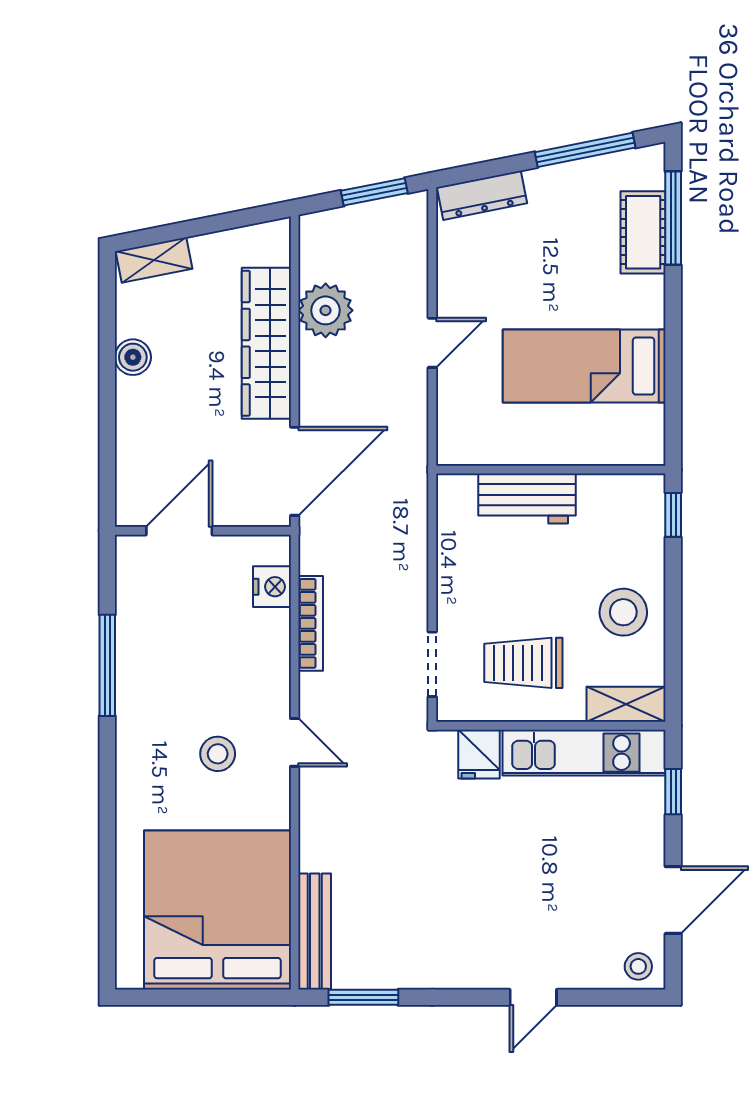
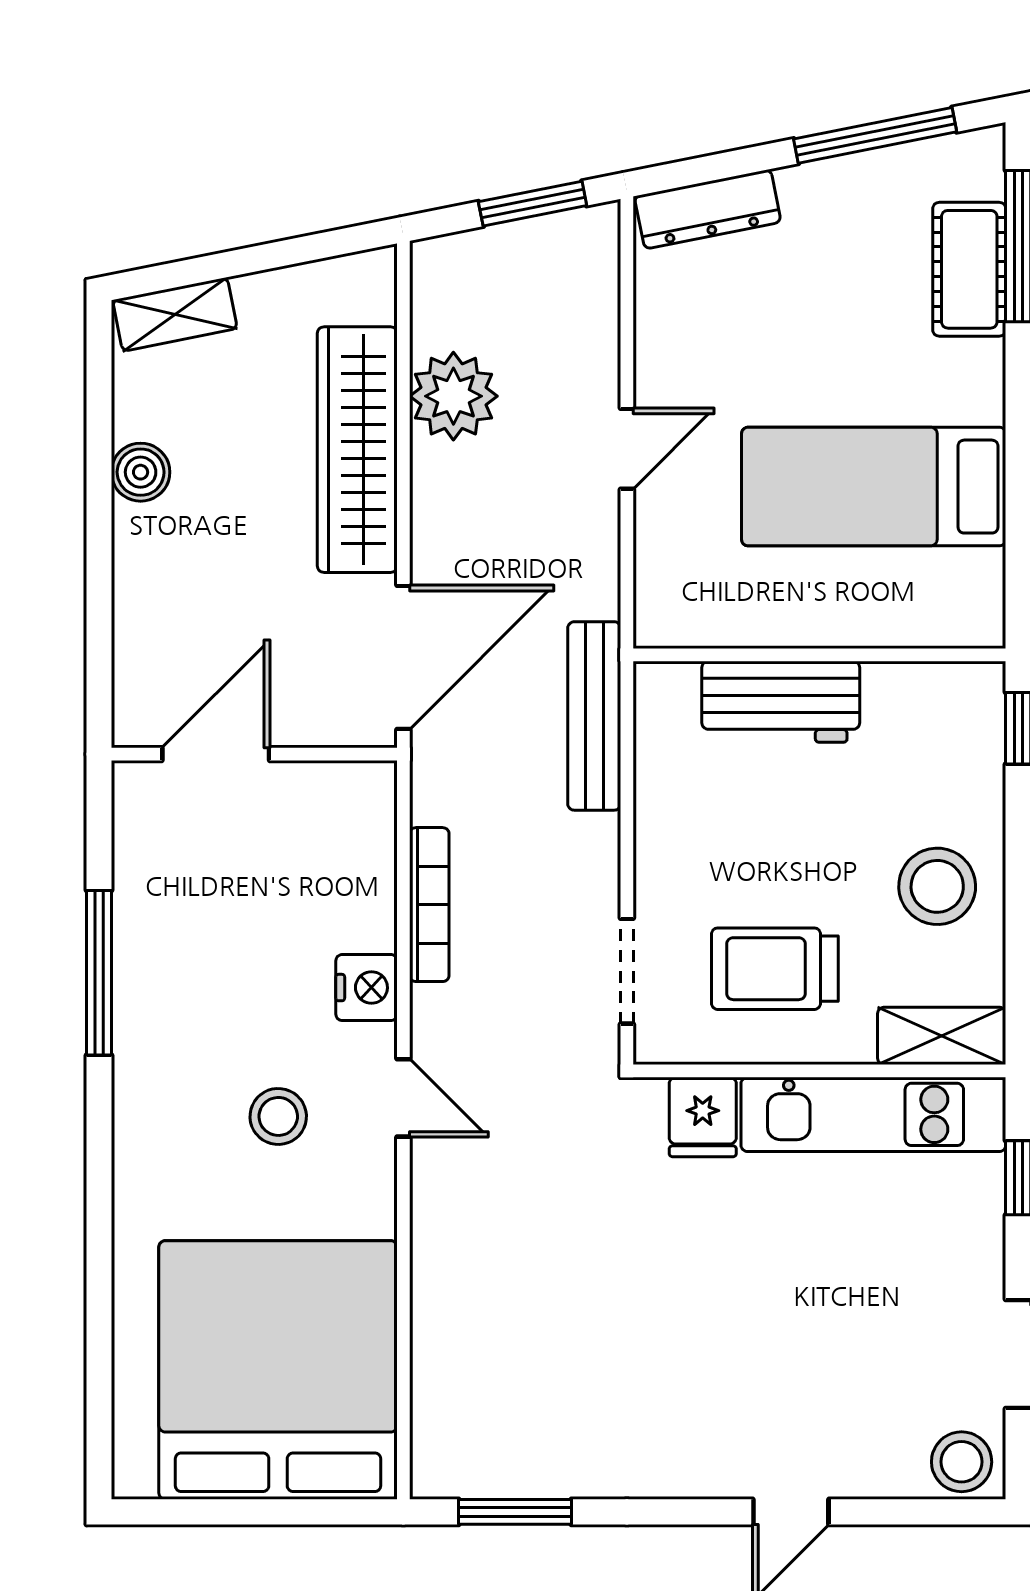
nightstand: (272, 587) -> (367, 988), moved
bench: (315, 932) -> (594, 716), moved
stool: (638, 966) -> (962, 1462), width x1.37, depth x1.37

